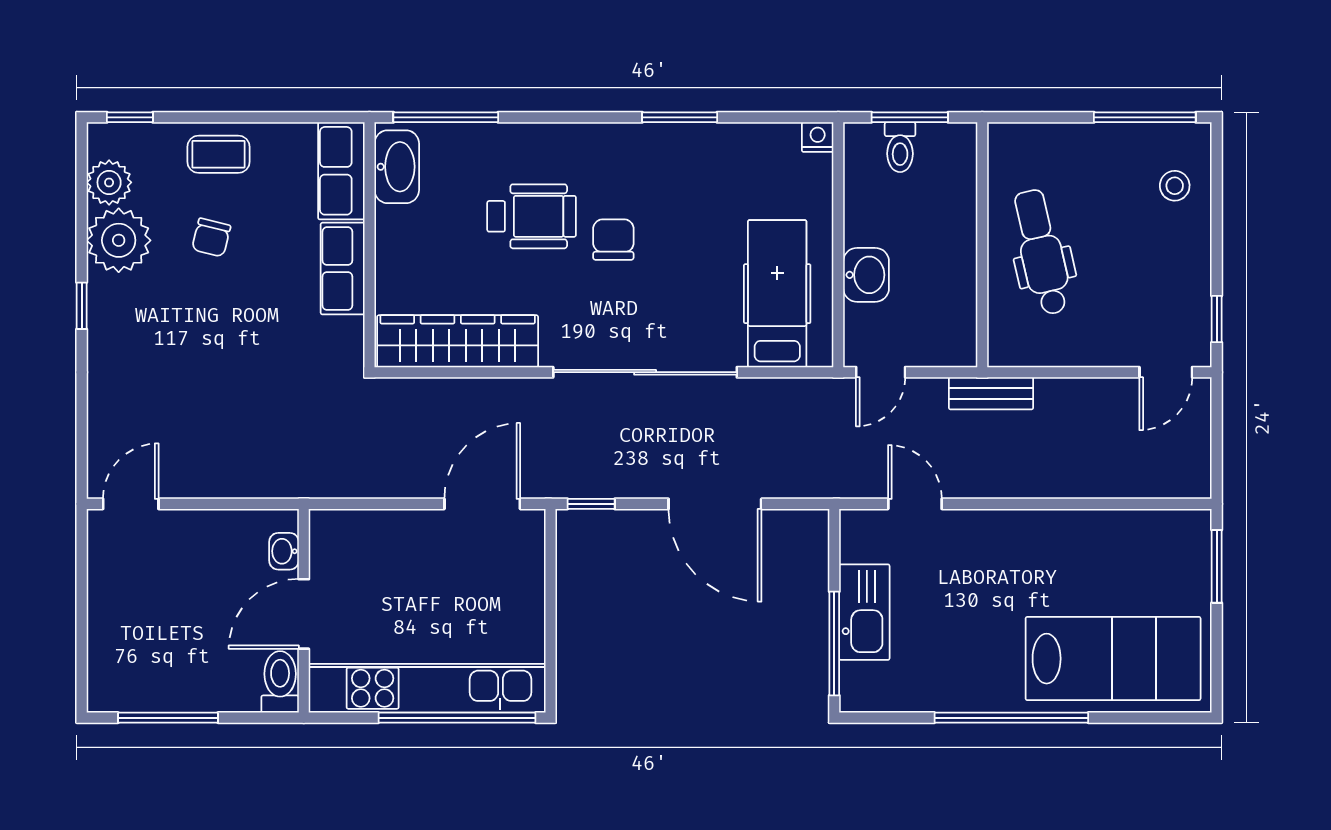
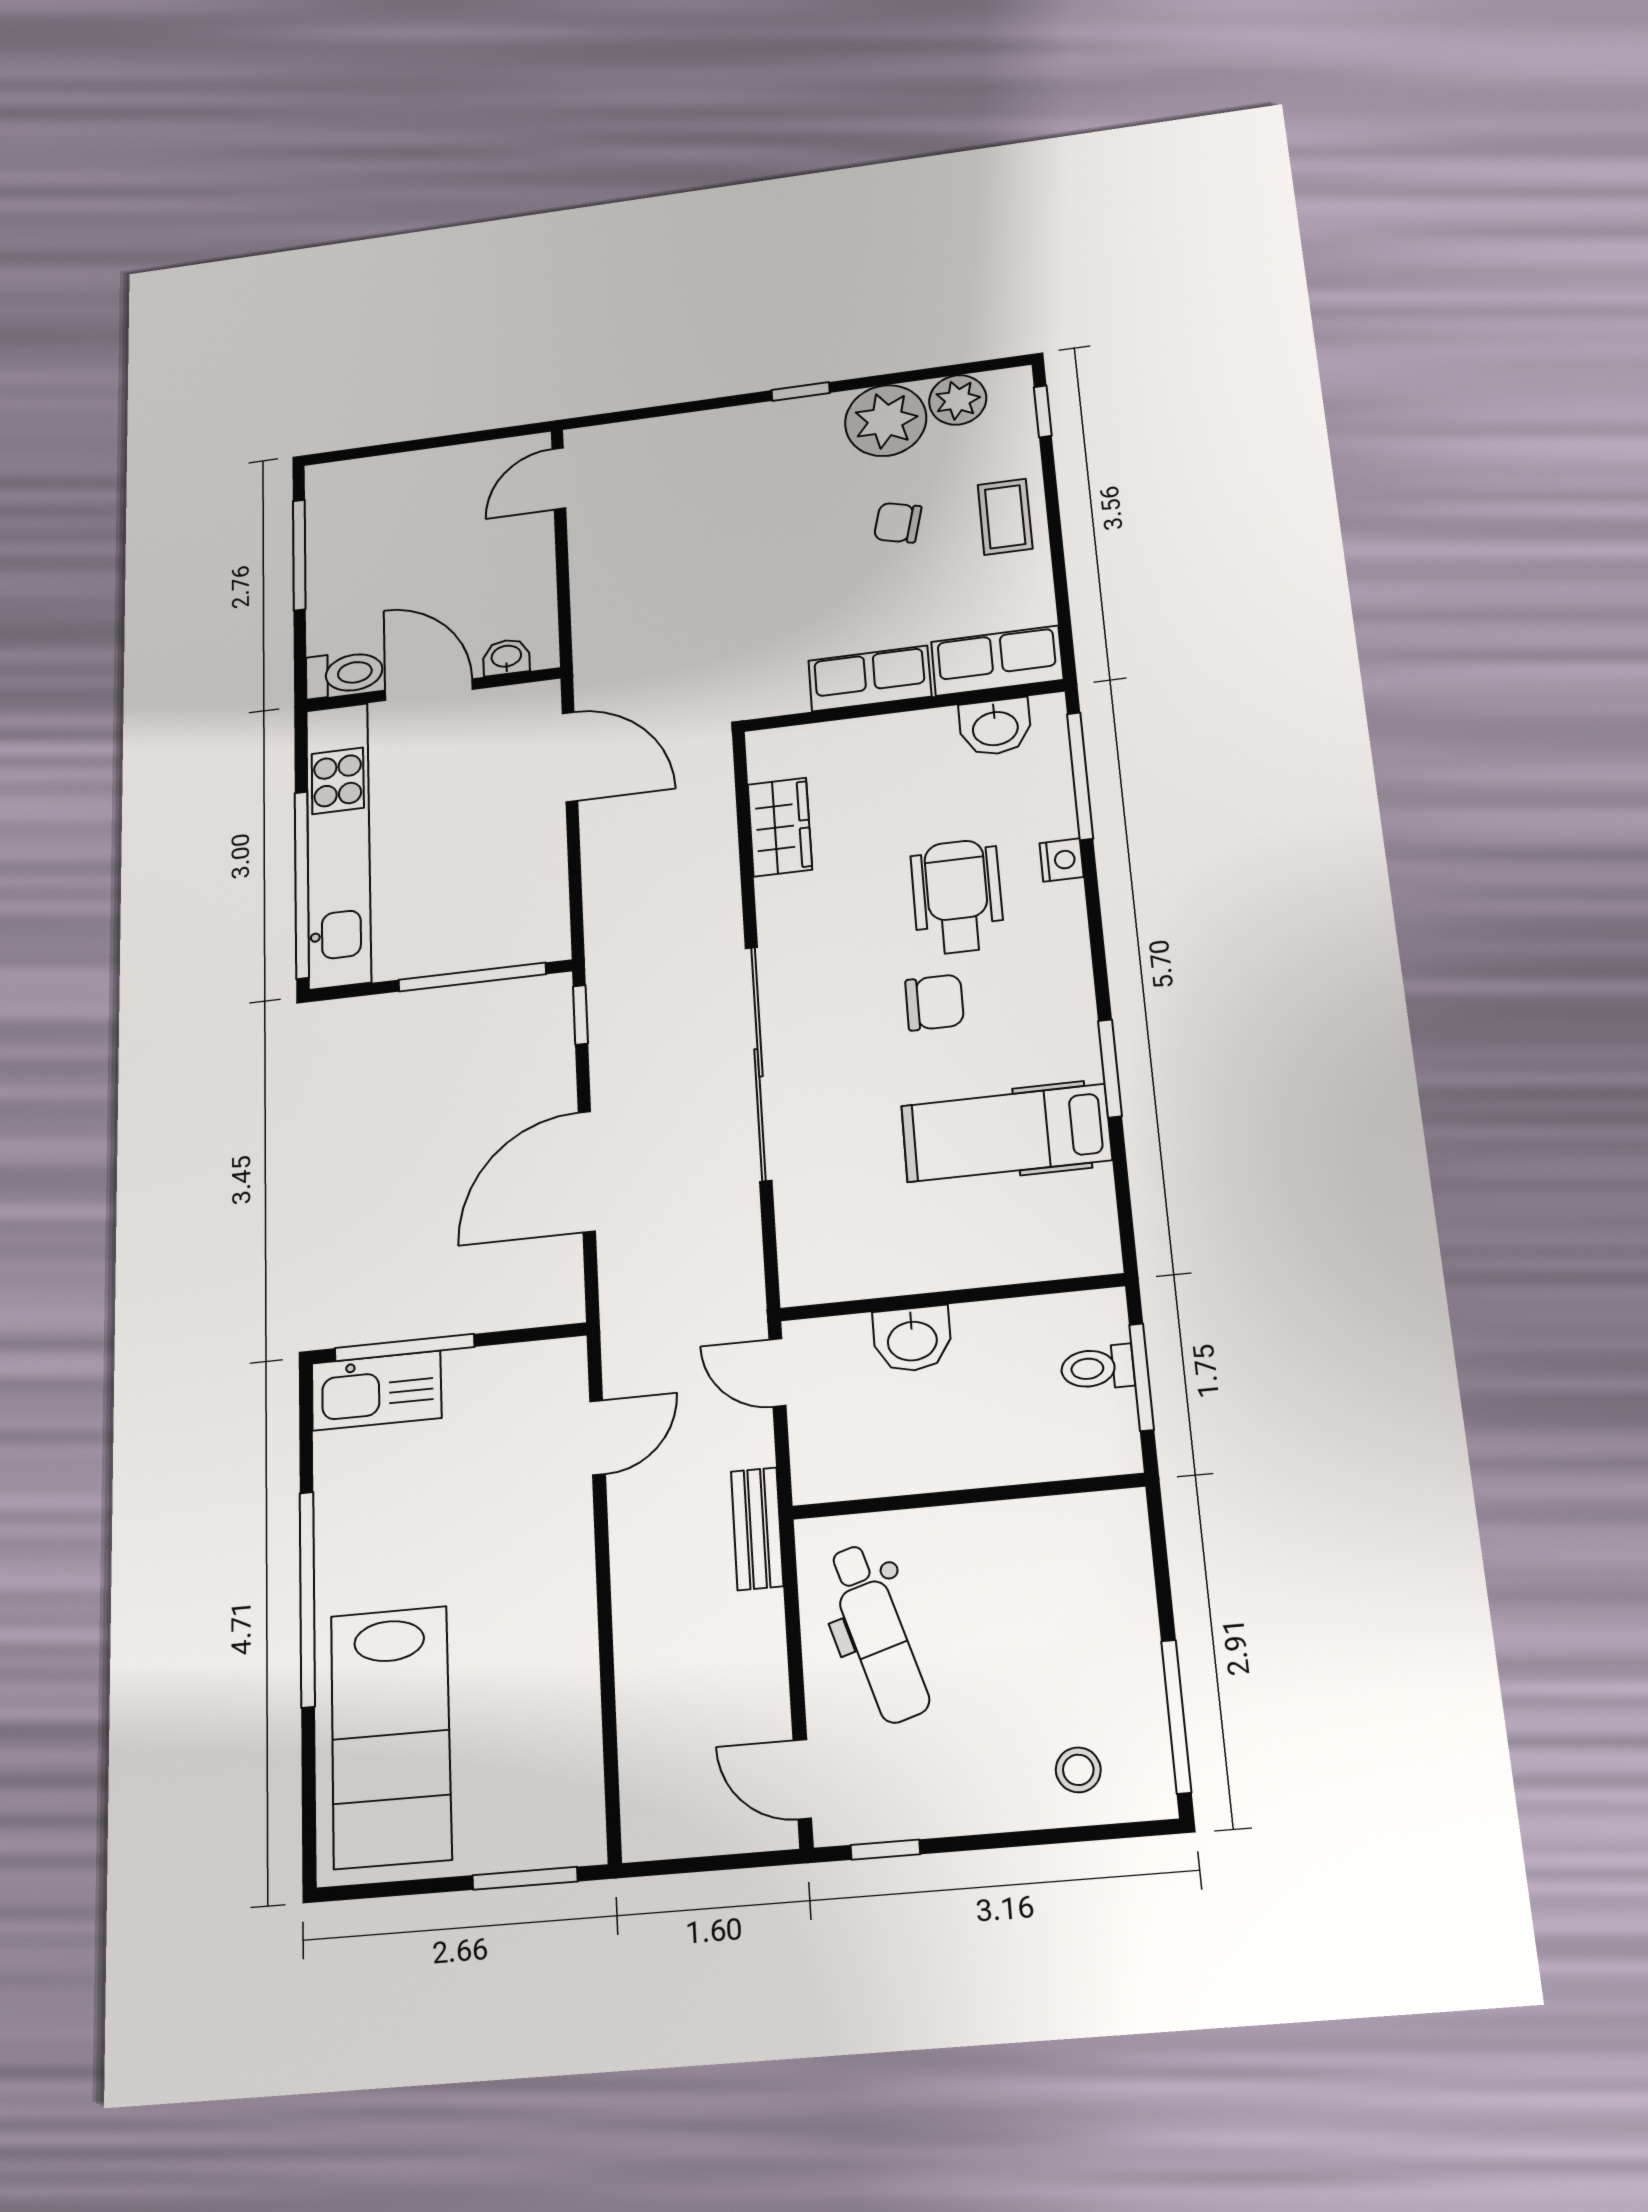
nightstand: (818, 137) -> (1062, 860), moved
washbasin: (397, 167) -> (995, 727), width x0.72
wheelchair: (532, 216) -> (957, 897), turned 180
dental chair: (1041, 252) -> (877, 1633), moved, turned 86
hospital bed: (777, 294) -> (1006, 1133), moved, turned 180
wardrobe: (458, 341) -> (780, 827), width x0.48, depth x0.85
door: (131, 504) -> (559, 479), swing flipped
door: (482, 504) -> (570, 757), moved
window: (550, 586) -> (472, 977), added
kitchen sink: (864, 612) -> (376, 1391), moved

